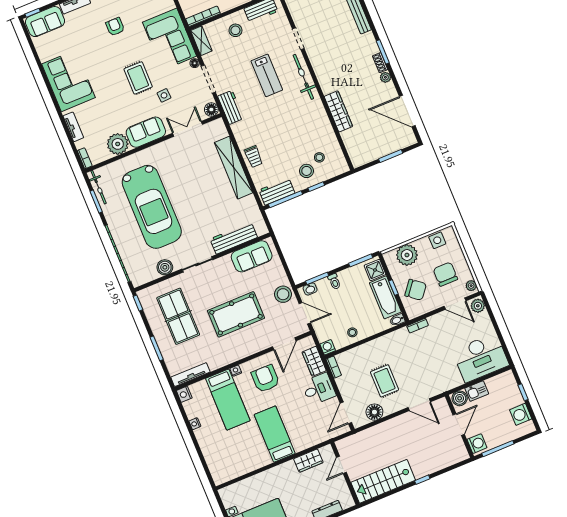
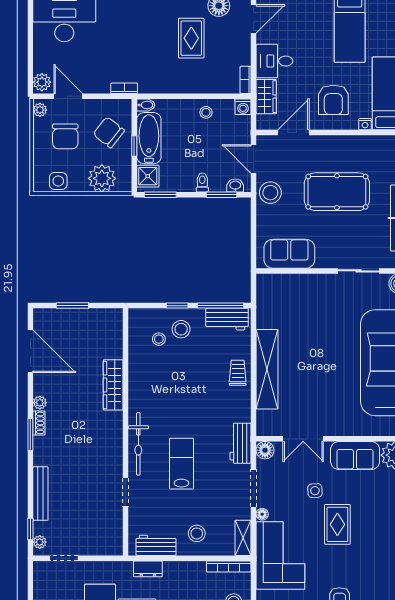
workbench: (234, 238) -> (302, 284), removed

